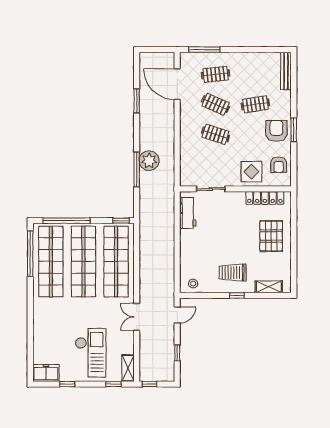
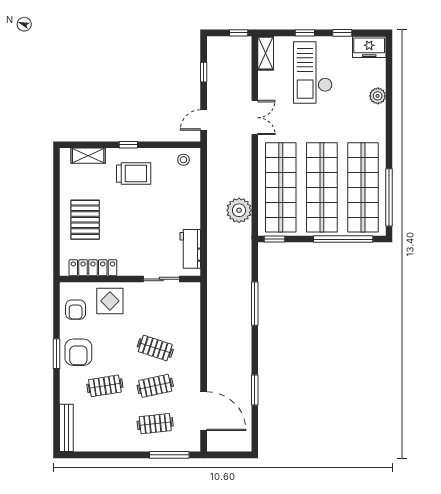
clothes rail: (216, 104) -> (155, 386), turned -36
plant: (149, 161) -> (239, 210), moved
armchair: (279, 165) -> (76, 310), turned 180
plant: (39, 334) -> (378, 96), added
window: (113, 384) -> (305, 33), moved

